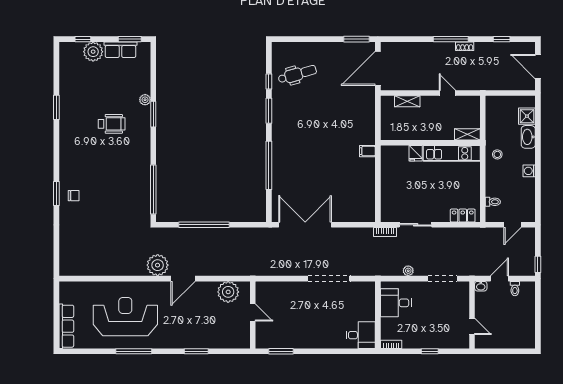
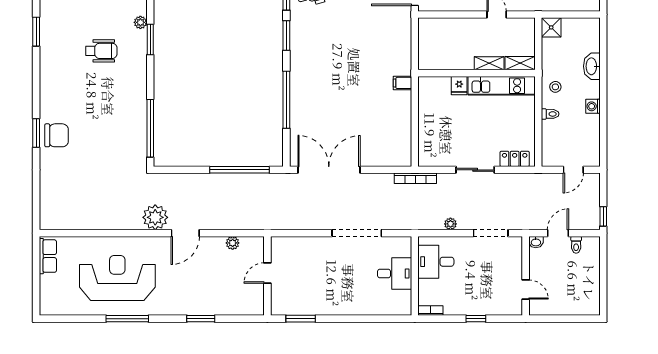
shelving: (407, 101) -> (489, 63), moved
shower: (527, 116) -> (551, 27), moved
chair: (74, 196) -> (56, 135), width x1.87, depth x1.87
toilet: (493, 202) -> (550, 114), moved
window: (204, 225) -> (240, 170), moved
sliding door: (416, 225) -> (475, 170), moved
bookcase: (385, 232) -> (415, 178), width x1.56
plant: (228, 292) -> (233, 243), width x0.53, depth x0.53
door: (253, 312) -> (267, 273), swing flipped
row of seats: (66, 326) -> (48, 256), moved, width x0.68
desk: (361, 335) -> (395, 274), moved

